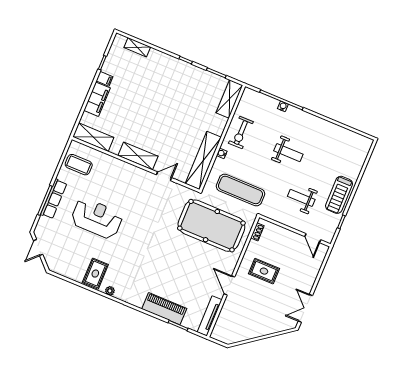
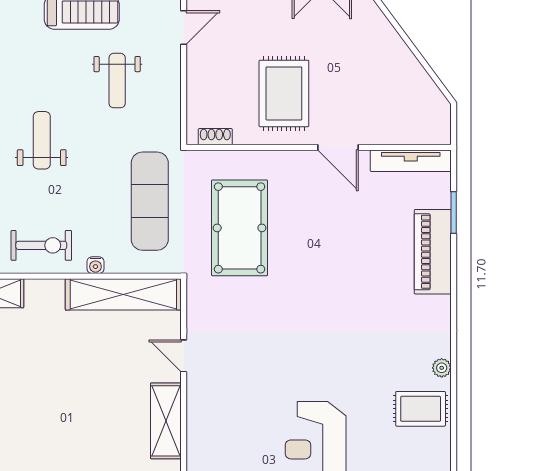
pool table: (211, 226) -> (240, 228), width x0.73, depth x0.76
rug: (264, 271) -> (284, 93), width x1.36, depth x1.43
door: (229, 285) -> (338, 147), hinge flipped

